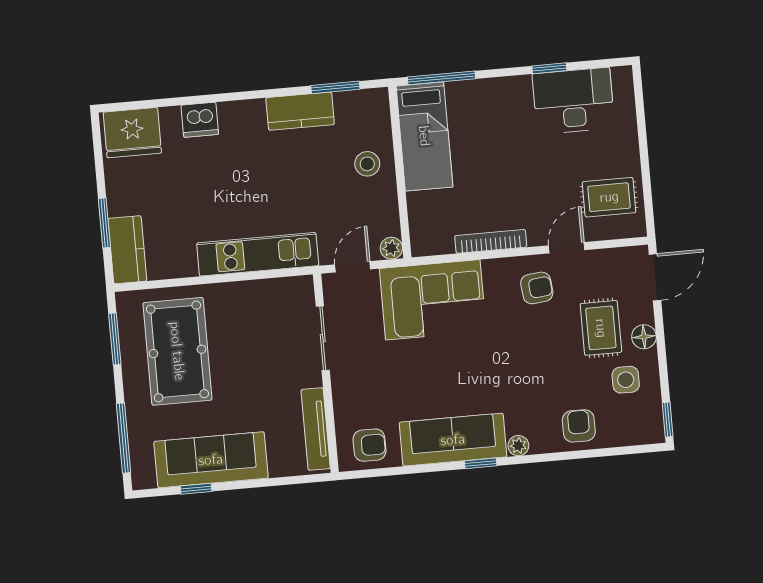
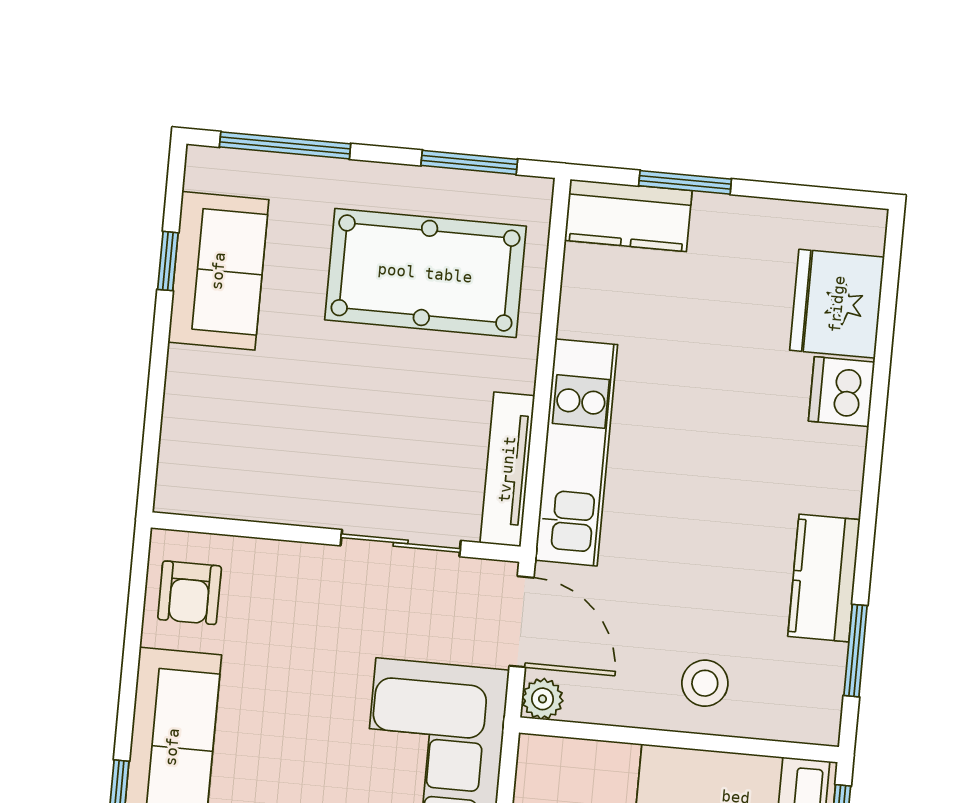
fridge: (132, 133) -> (837, 304), moved
door: (353, 267) -> (521, 622), width x1.38
tv unit: (316, 429) -> (507, 469), moved, turned -90
sofa: (211, 460) -> (218, 271), width x0.73

